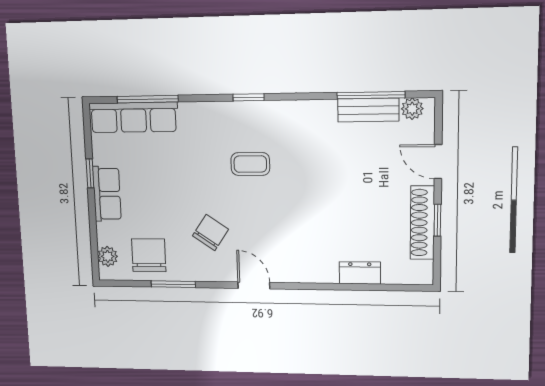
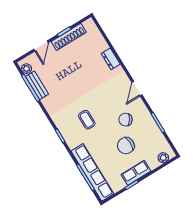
row of seats: (133, 117) -> (92, 172), width x1.36
chair: (149, 255) -> (126, 146), moved
dresser: (360, 273) -> (111, 59), moved

